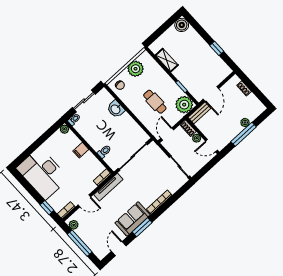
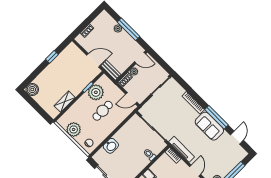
plant: (184, 105) -> (96, 92), moved
door: (211, 146) -> (140, 58), hinge flipped
window: (142, 227) -> (216, 117), width x1.44
door: (119, 249) -> (237, 138), swing flipped

